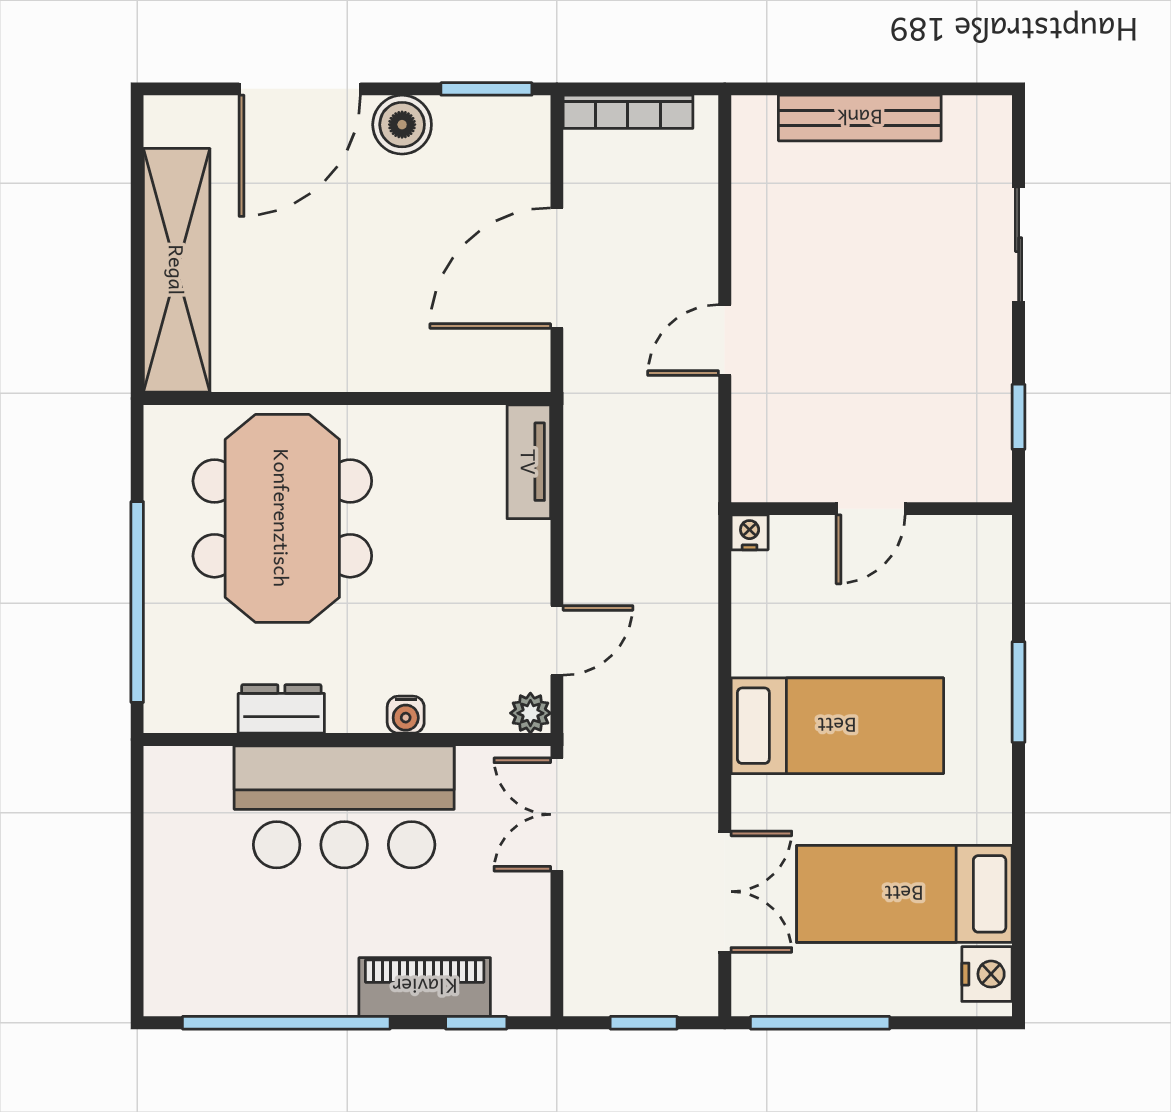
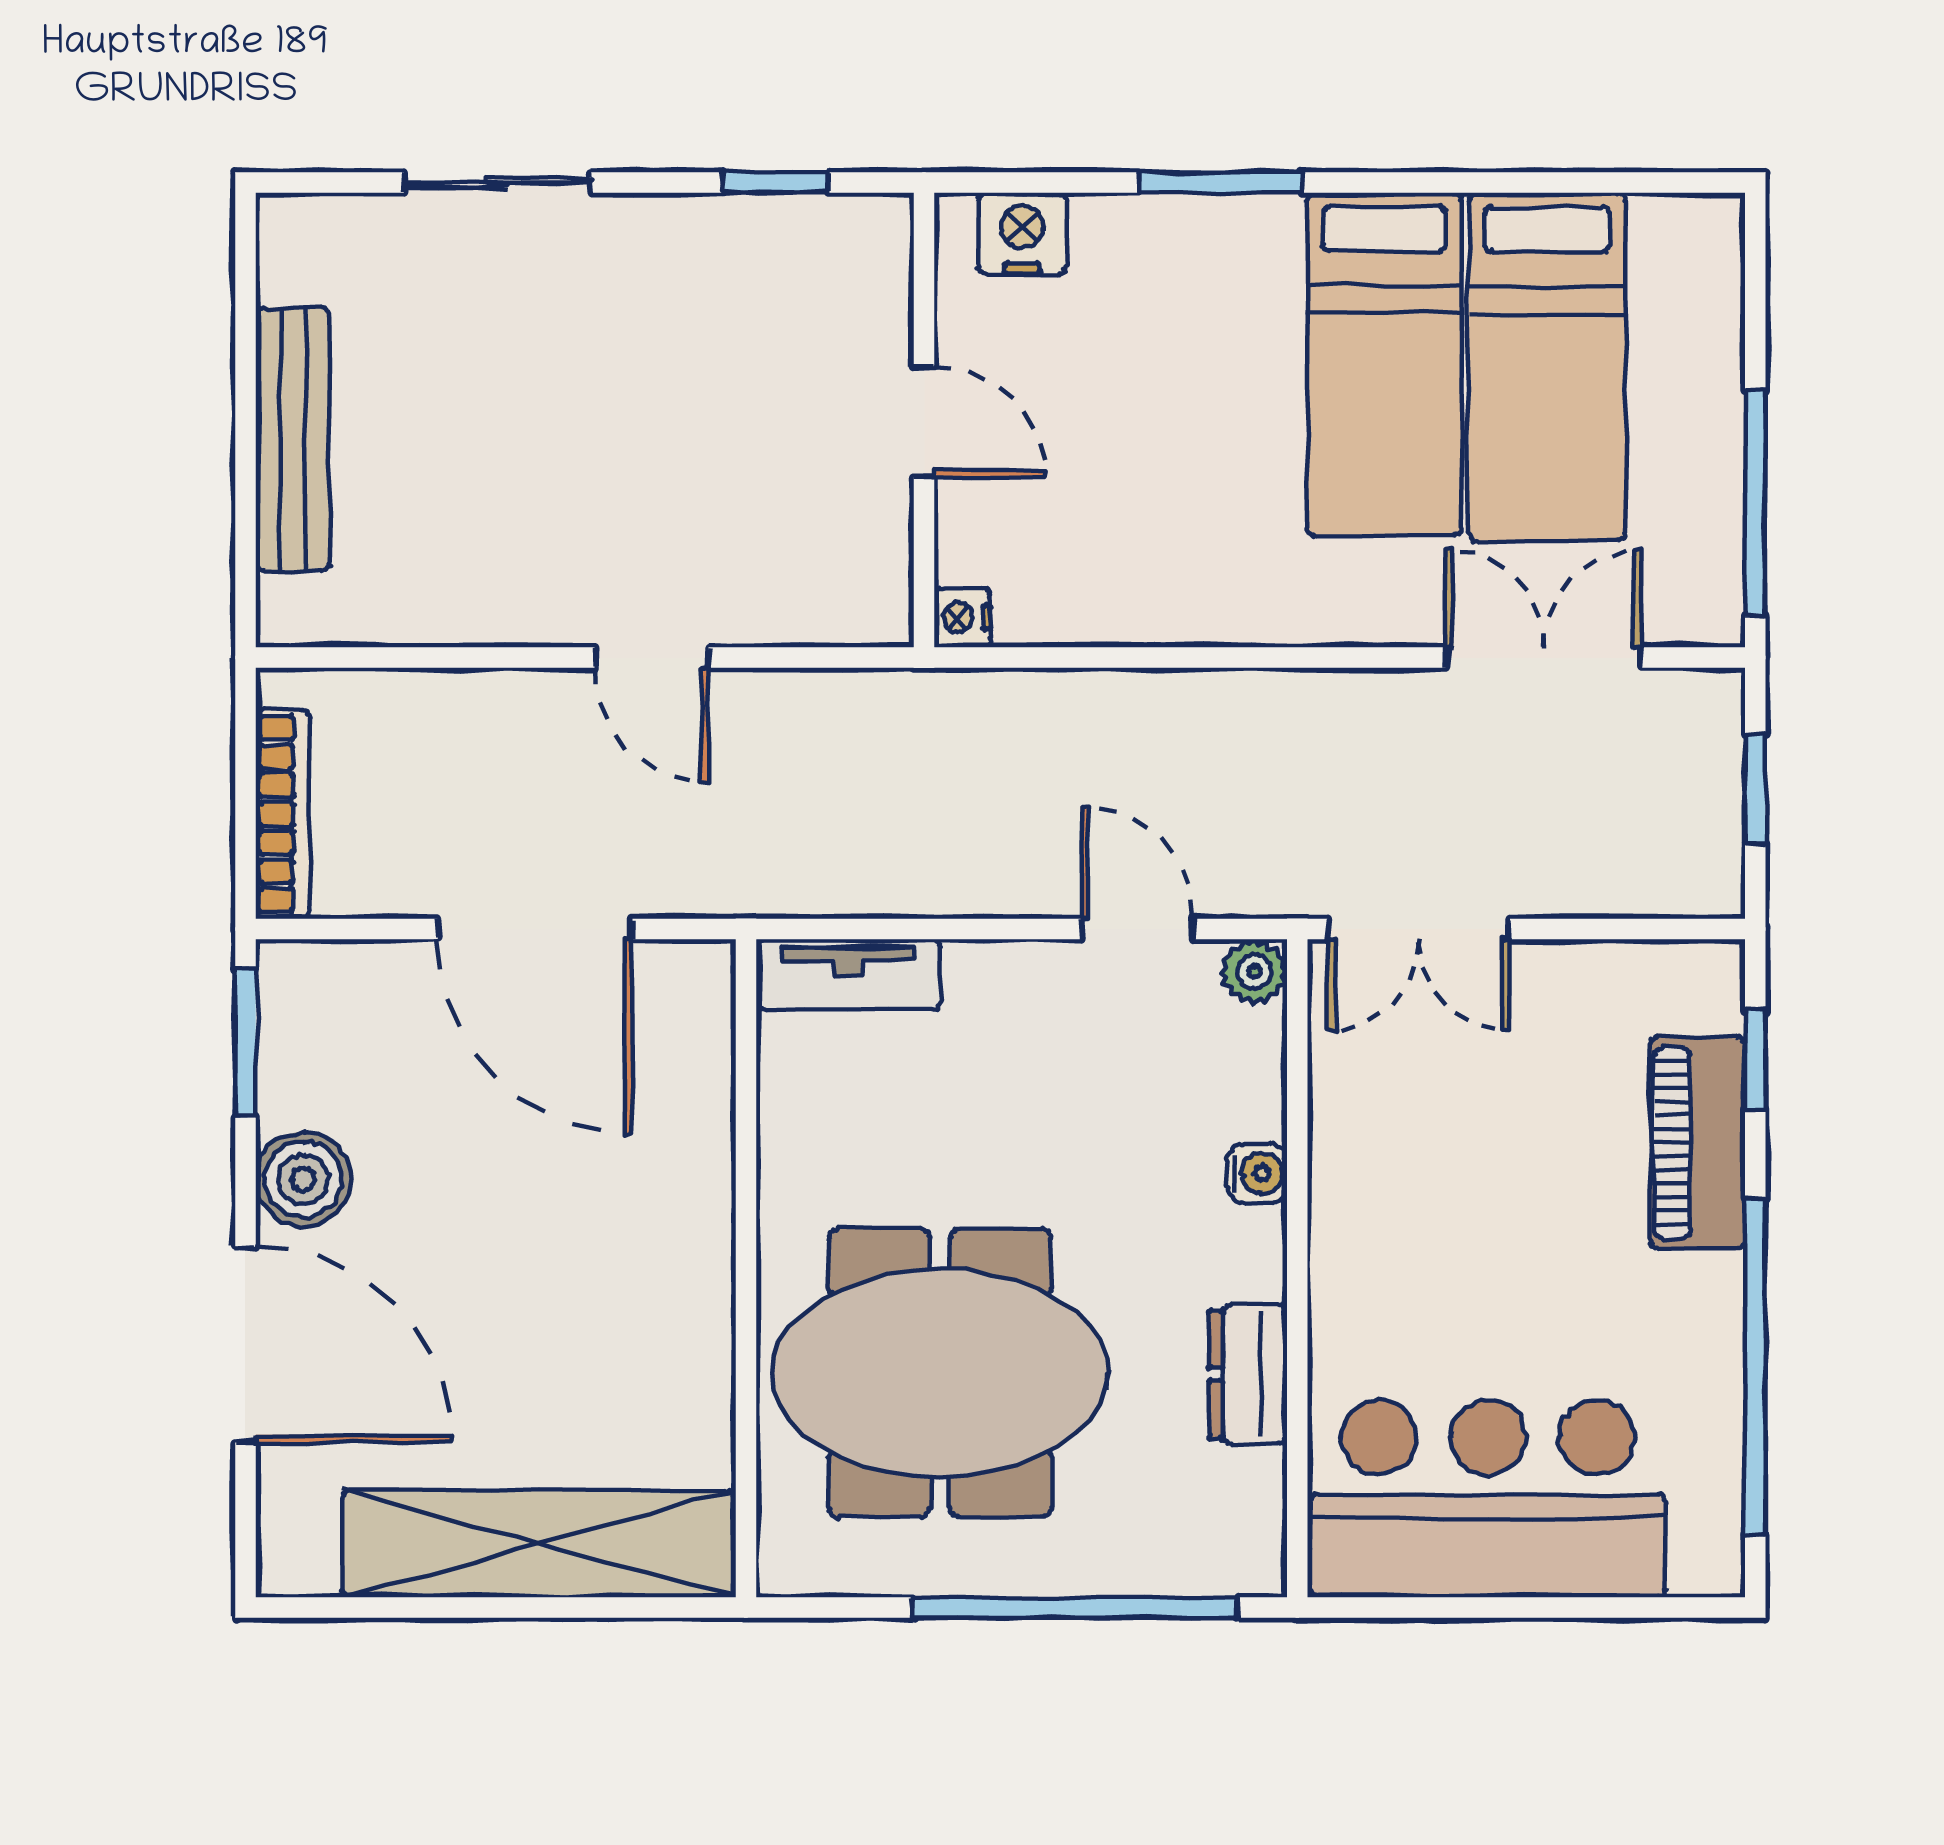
bed: (837, 726) -> (1384, 365), moved, turned 180
bar counter: (344, 807) -> (1488, 1499), moved, turned -90
nightstand: (987, 974) -> (1022, 233), moved

